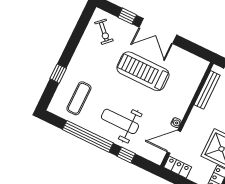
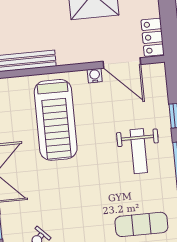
treadmill: (143, 71) -> (56, 120), moved
weight bench: (120, 121) -> (139, 151), width x0.73, depth x0.75

